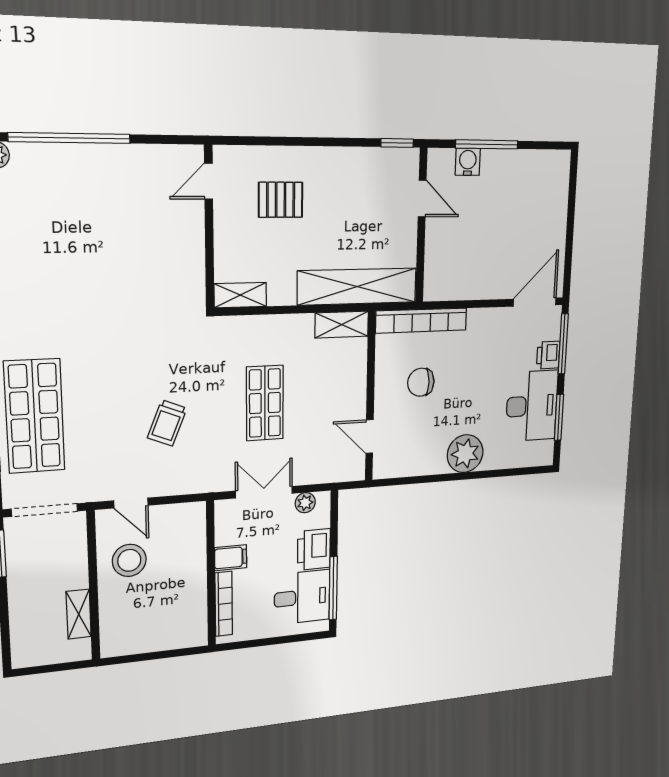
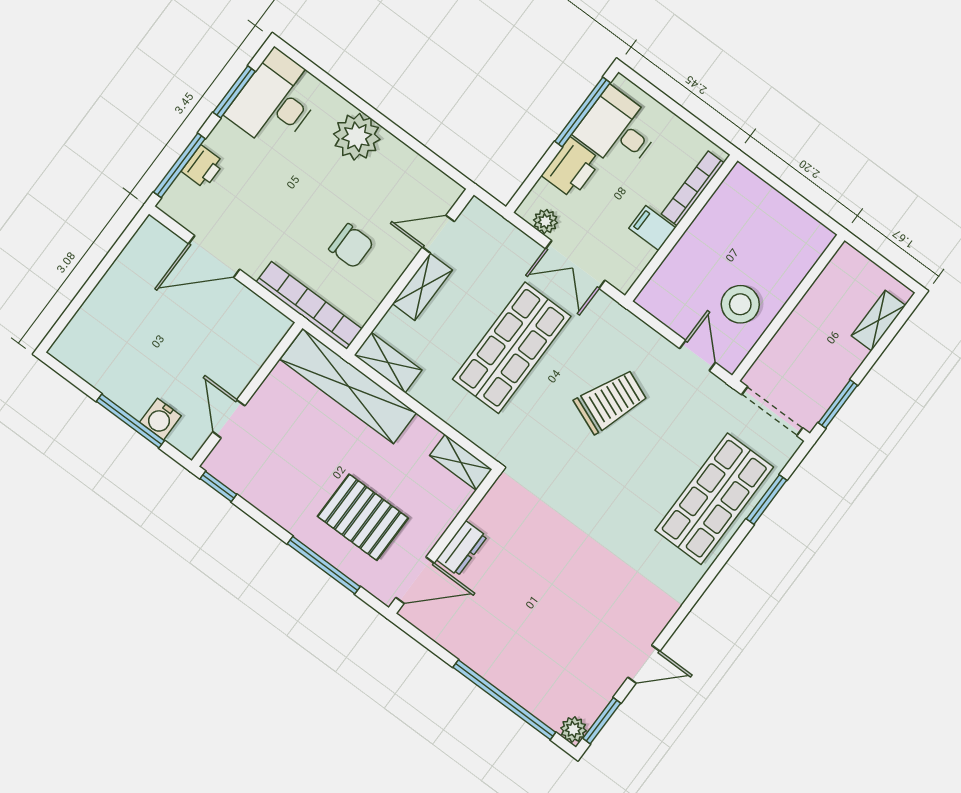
window: (283, 141) -> (324, 565), added
door: (209, 181) -> (415, 580), width x1.38
pallet: (281, 200) -> (363, 517), width x1.50, depth x1.42
dresser: (192, 233) -> (462, 548), added
door: (535, 302) -> (214, 256), moved
shelving: (355, 394) -> (422, 287), added
shop shelf: (265, 403) -> (512, 348), width x1.43, depth x1.36
desk: (532, 406) -> (276, 100), moved
trolley: (167, 423) -> (611, 401), width x1.36, depth x1.39
door: (370, 436) -> (438, 234), swing flipped
shelving: (79, 614) -> (878, 321), moved

